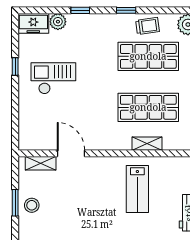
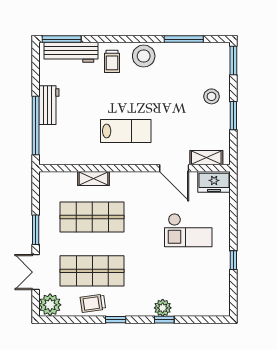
plant: (58, 22) -> (163, 308), moved
freezer: (33, 23) -> (214, 182), moved, turned 180
checkout: (53, 78) -> (188, 230), moved
lab bench: (137, 189) -> (126, 131), moved, turned 90
stool: (32, 205) -> (212, 96), moved

